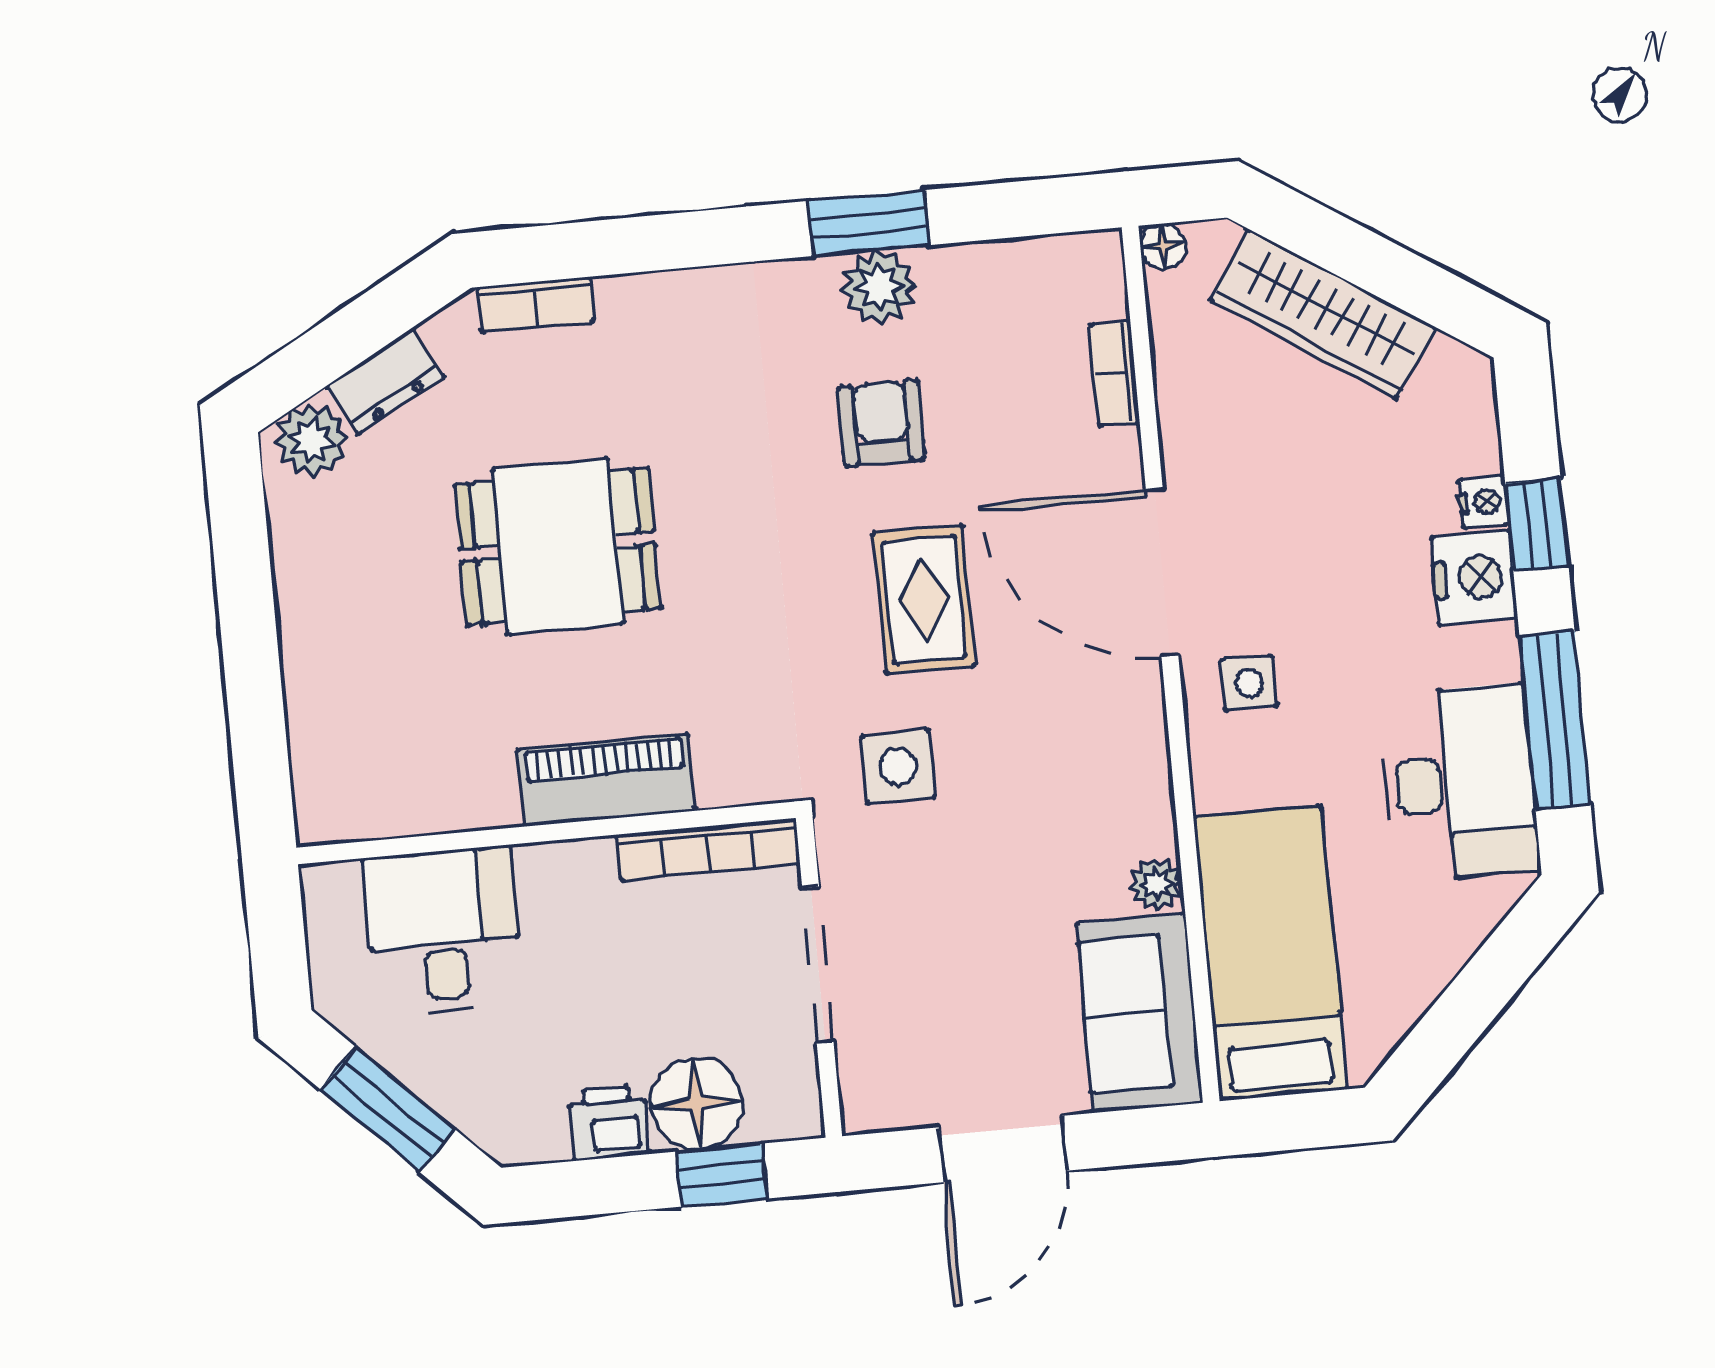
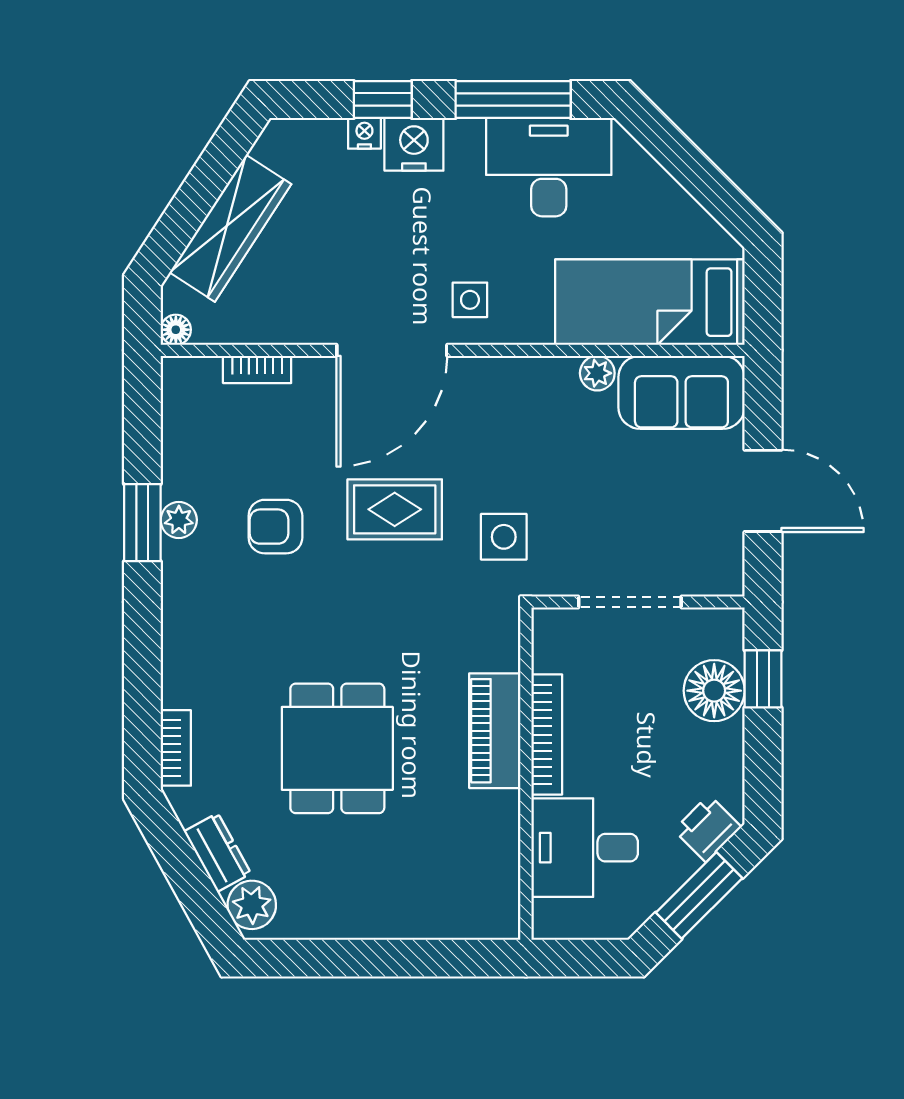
plant: (879, 287) -> (179, 520), width x0.73, depth x0.73
bookcase: (708, 849) -> (547, 735), moved
printer: (609, 1123) -> (707, 829), moved, turned 45

